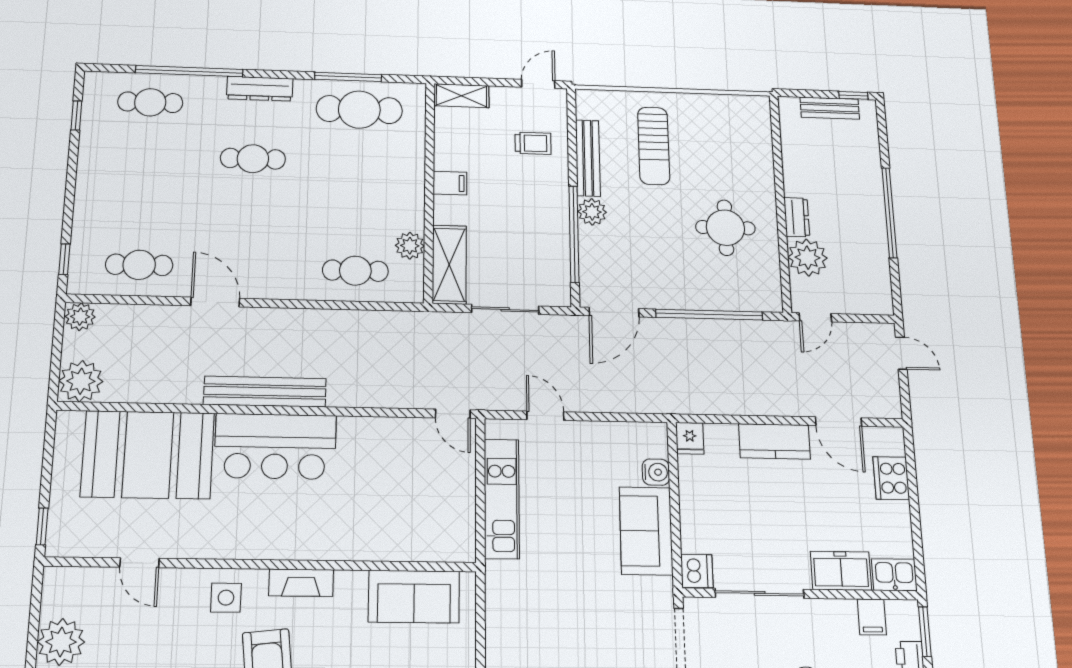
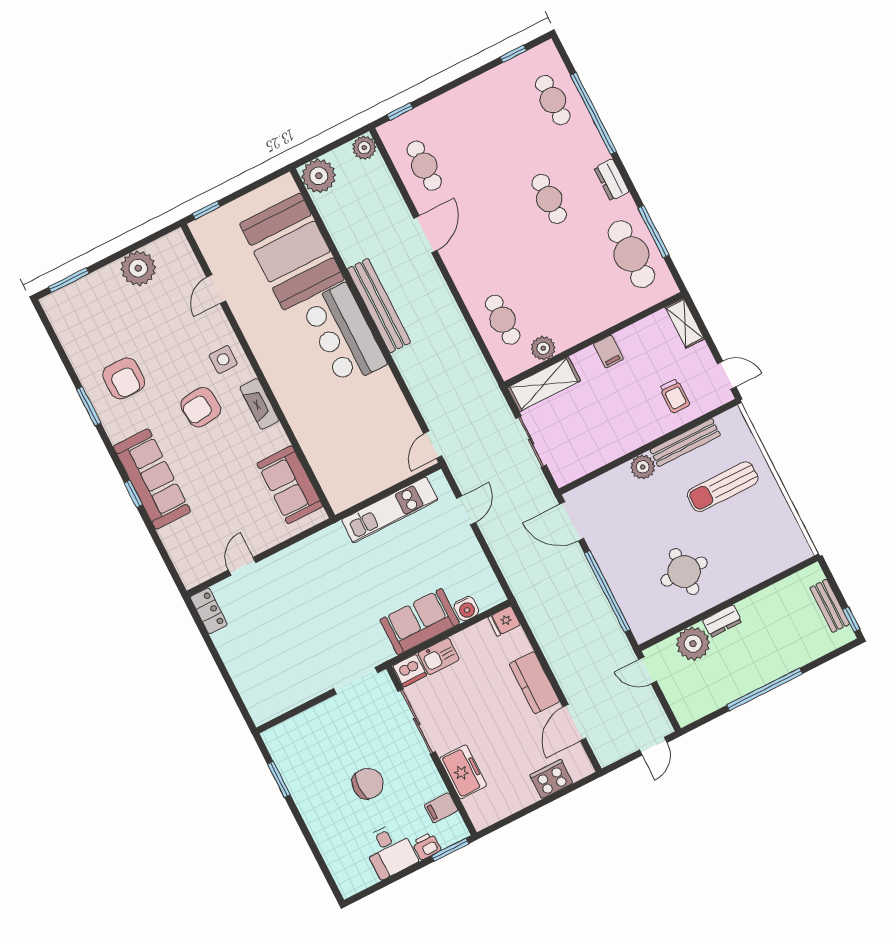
dresser: (260, 89) -> (612, 180), width x0.70
window: (574, 234) -> (618, 462), removed
kitchen sink: (894, 575) -> (439, 656), moved, turned 90

